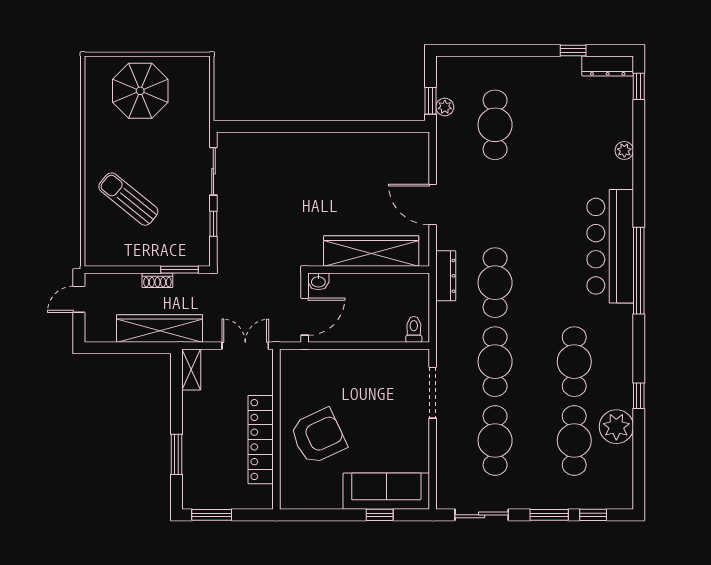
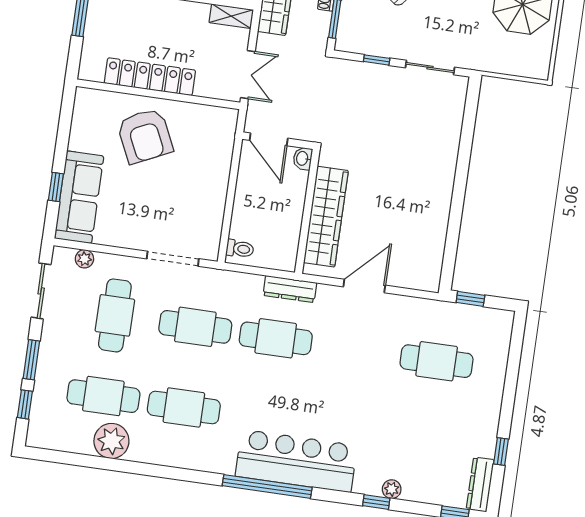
plant: (445, 107) -> (84, 259), moved
window: (639, 396) -> (376, 502), moved
cafe table: (495, 441) -> (115, 315), turned 90

